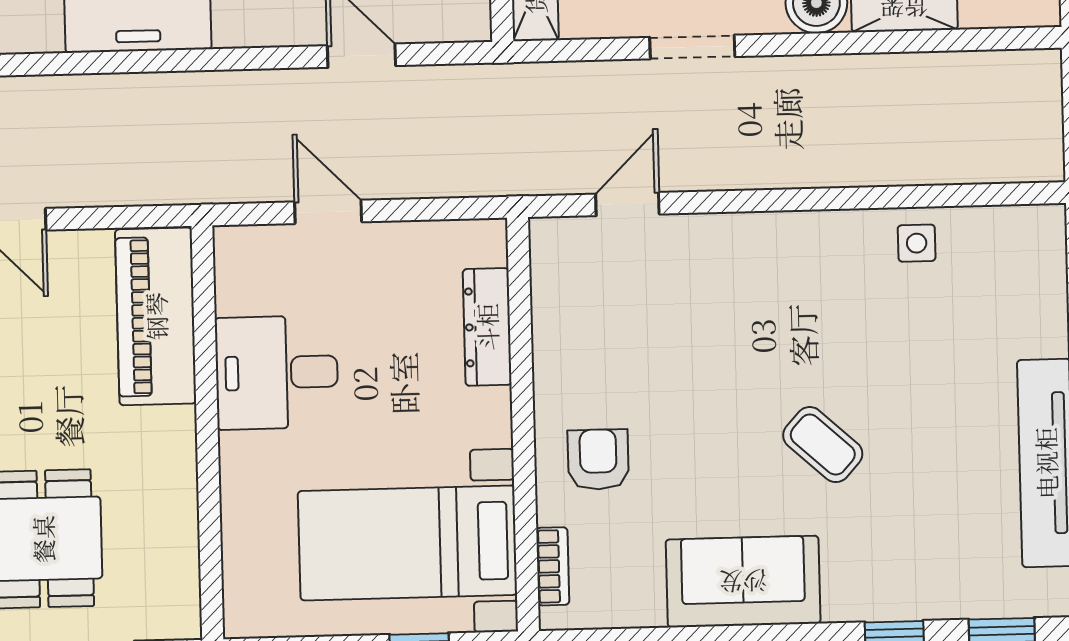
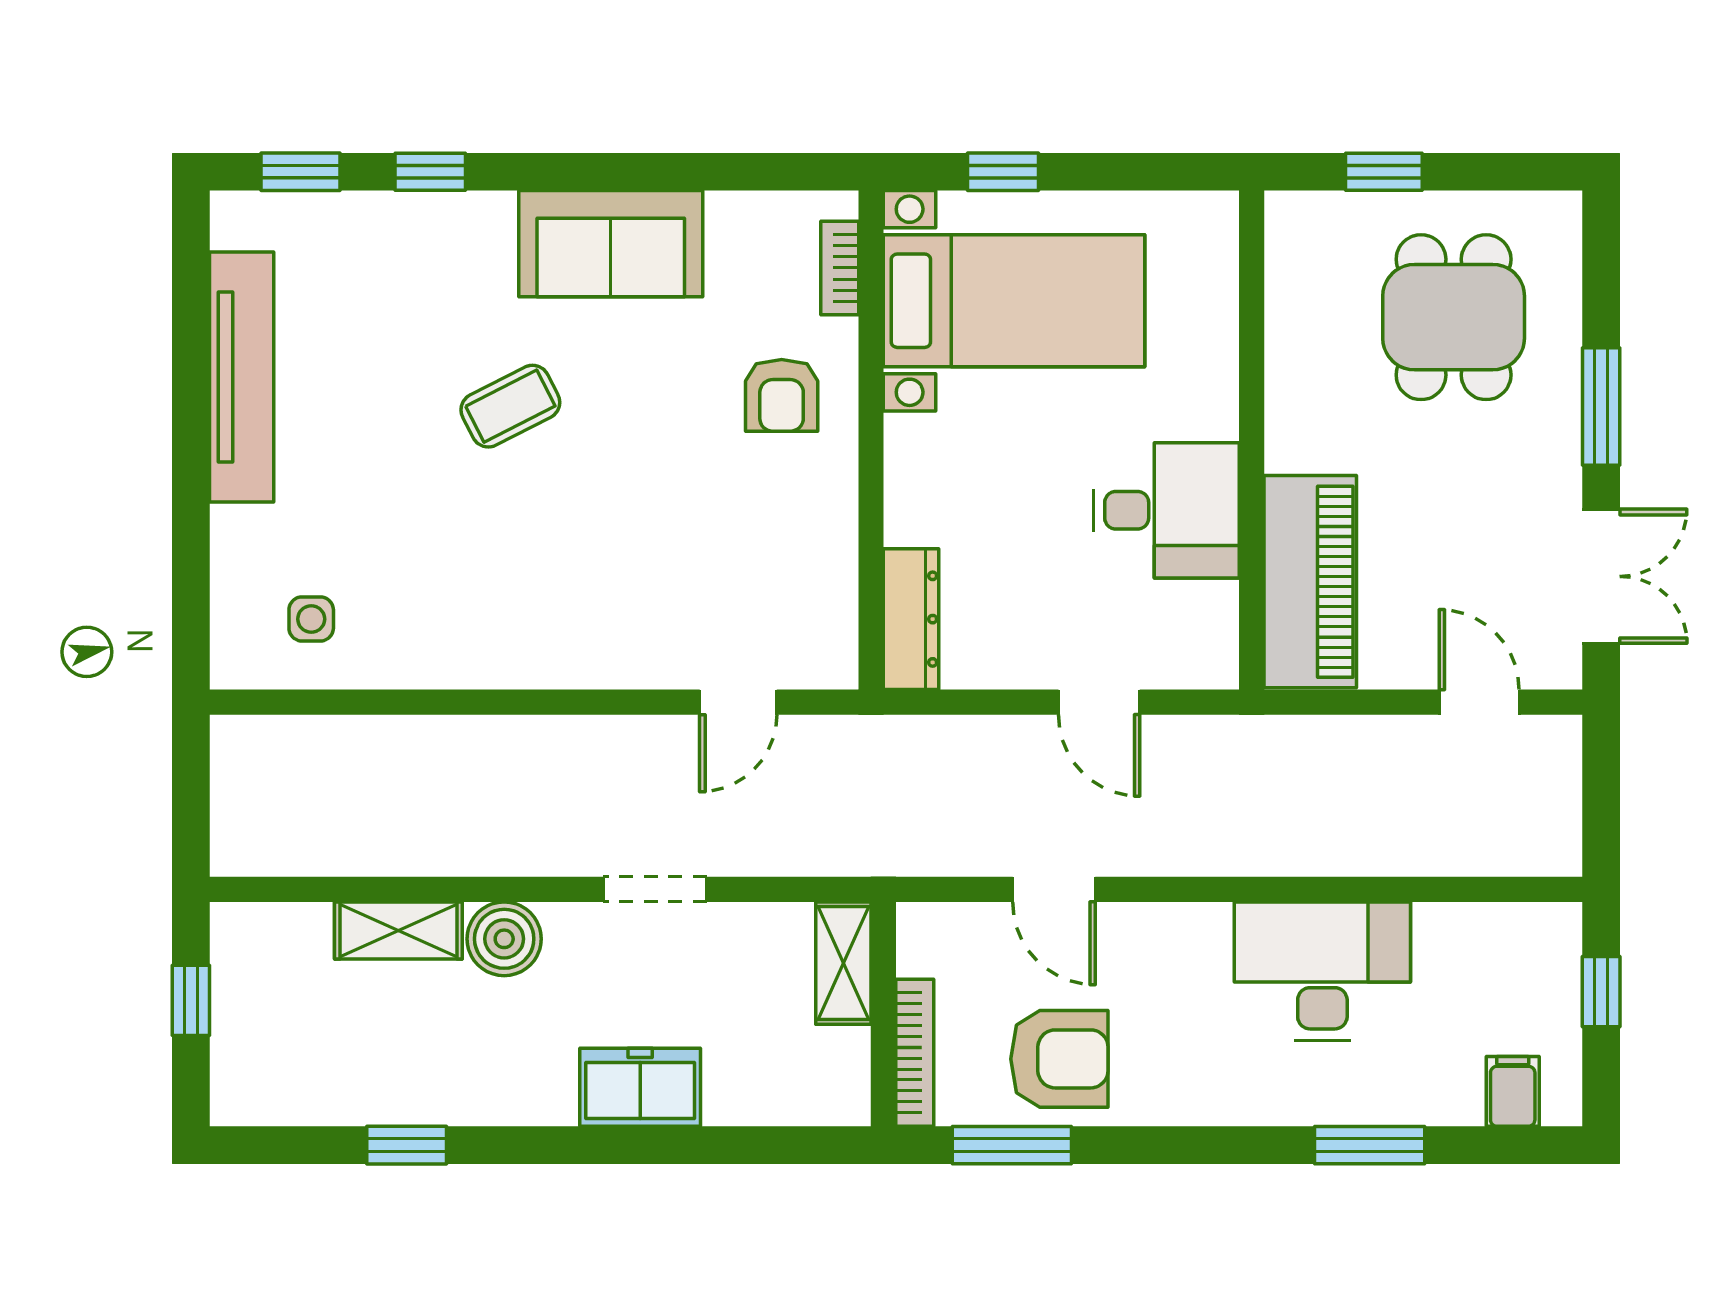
side table: (917, 243) -> (311, 619), moved
dresser: (487, 327) -> (911, 619), moved
coffee table: (823, 445) -> (510, 406), turned -69

